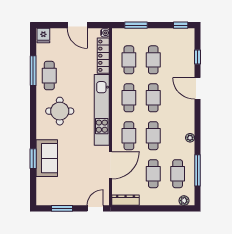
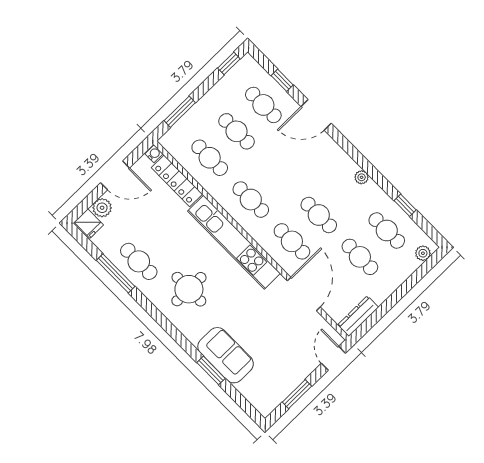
plant: (57, 34) -> (102, 208), added
cafe table: (153, 98) -> (263, 105), moved
window: (197, 170) -> (405, 205), width x0.46

